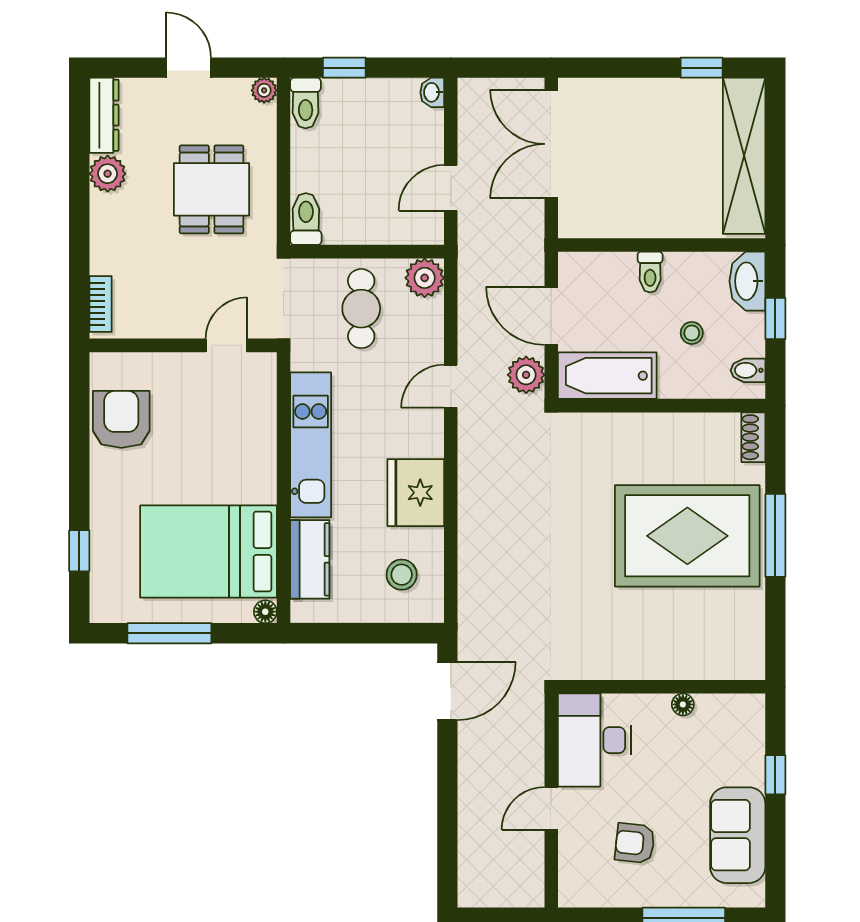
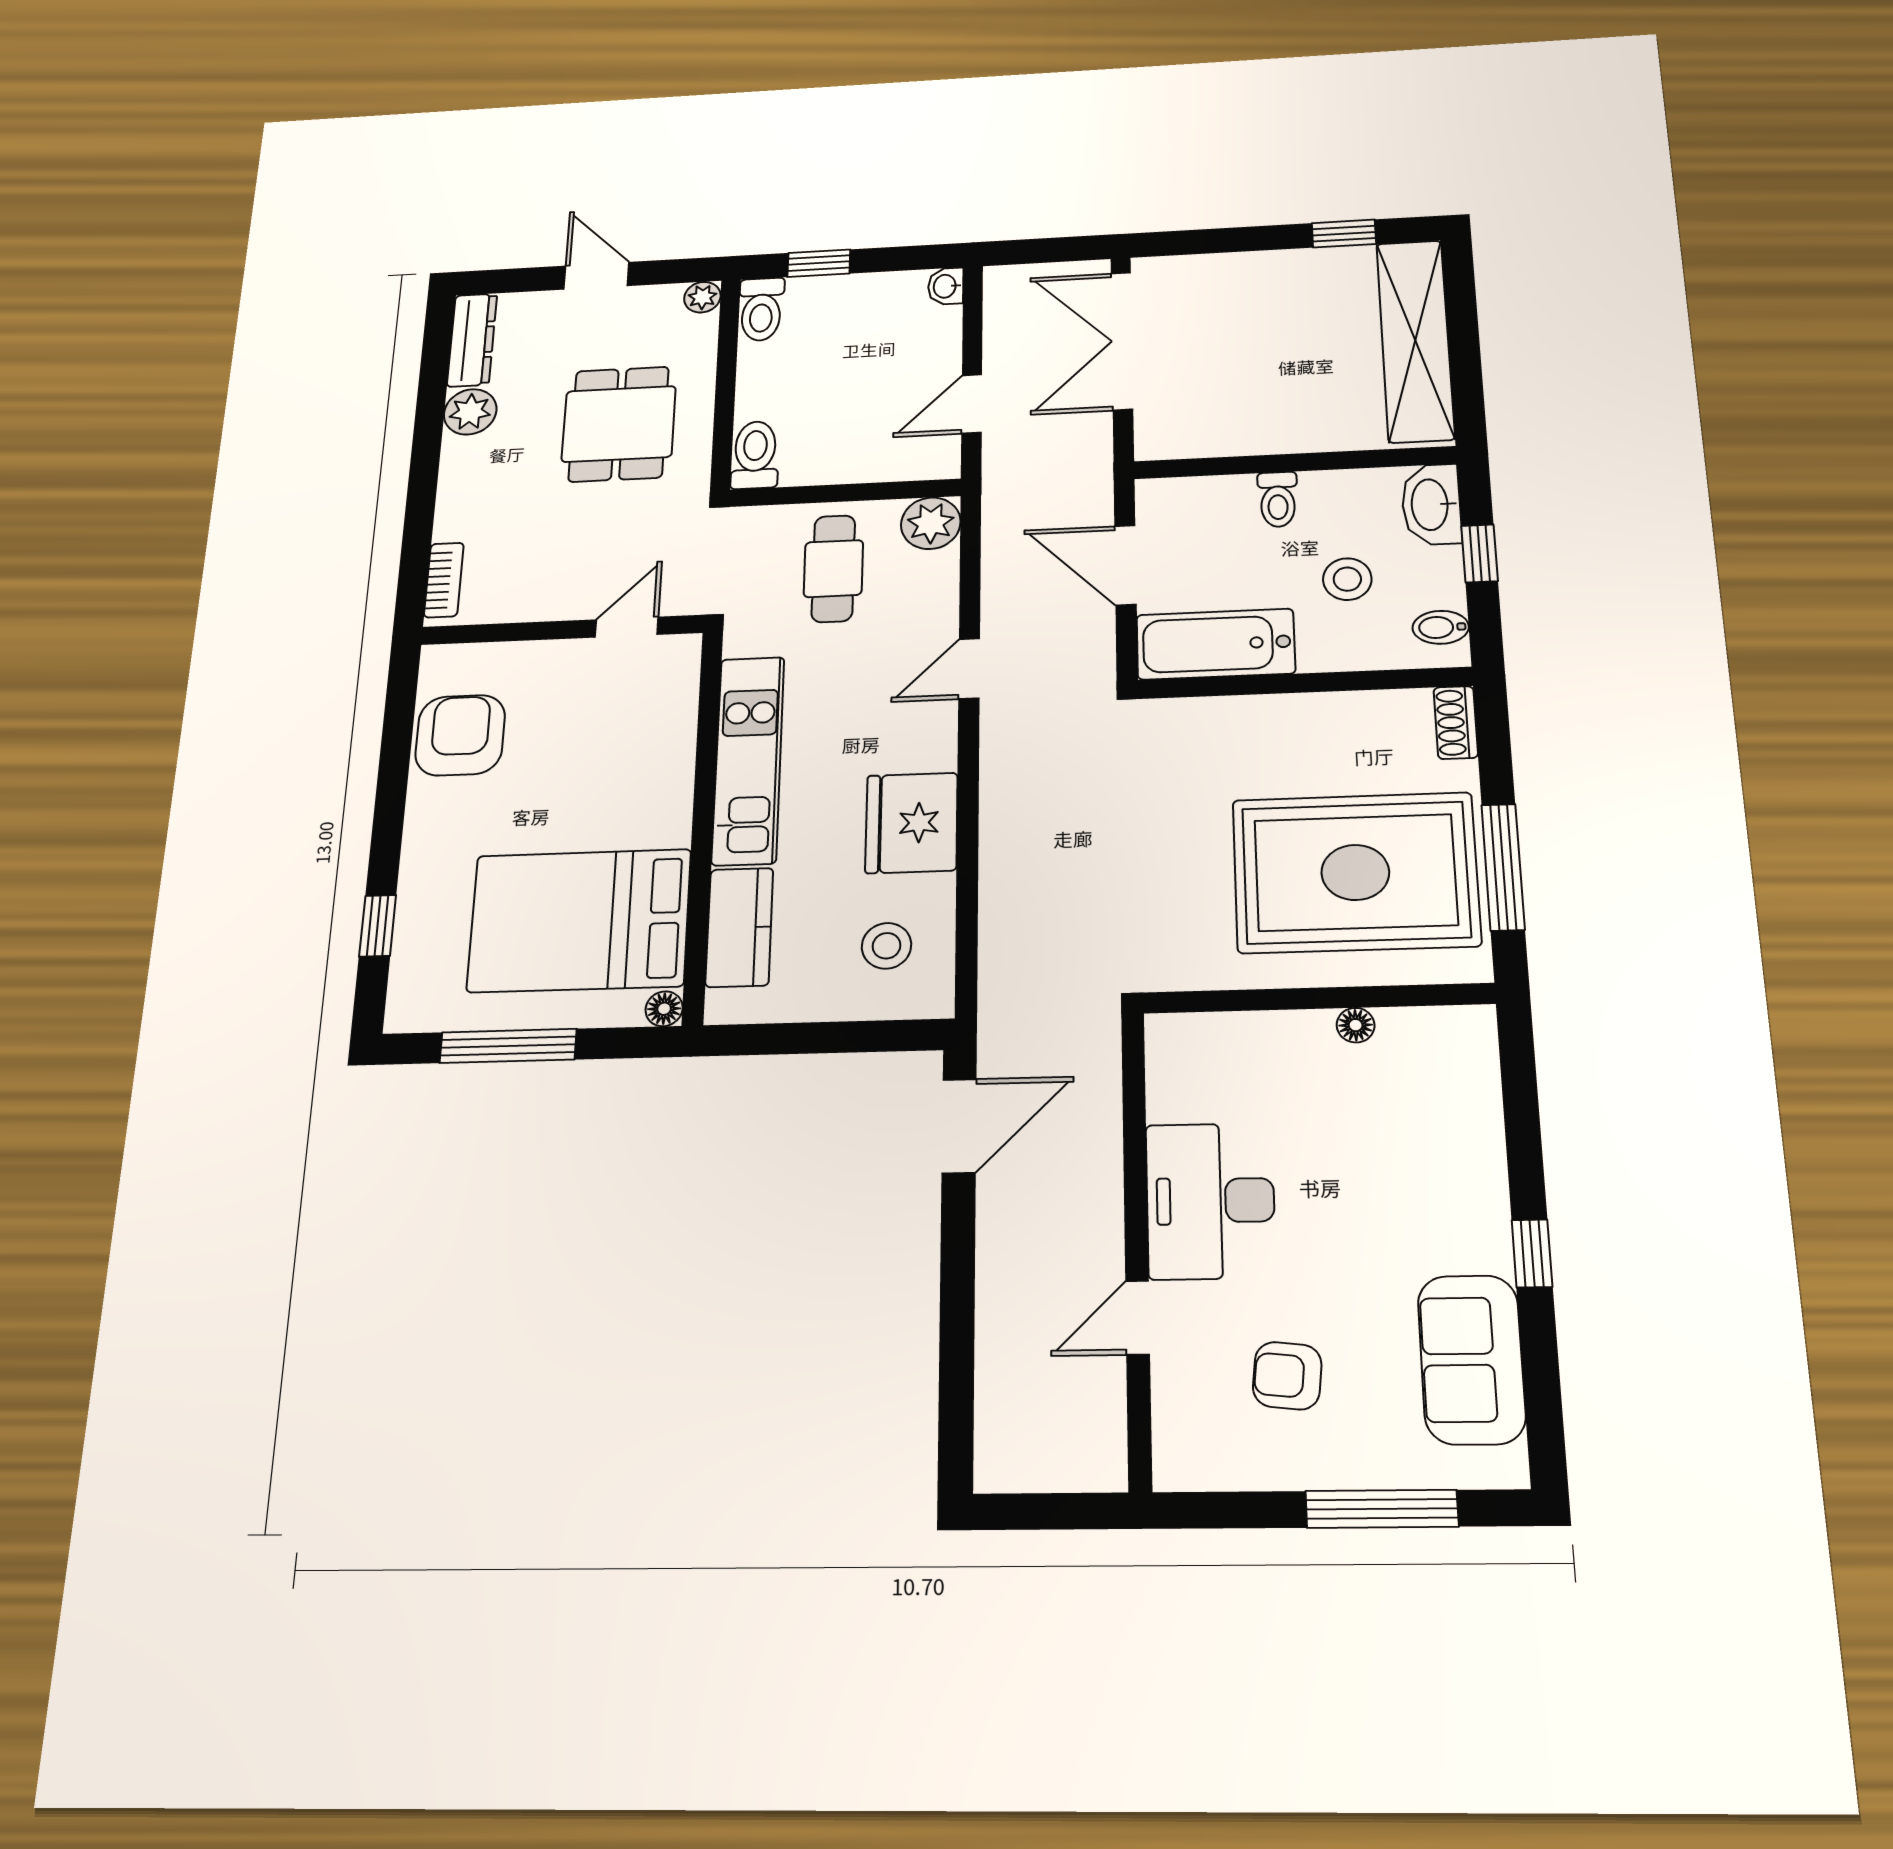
stool: (692, 333) -> (1347, 579), width x1.37, depth x1.37
plant: (526, 375) -> (1087, 648), removed
wall: (662, 687) -> (1318, 998), moved
floor lamp: (683, 704) -> (1356, 1025), moved

